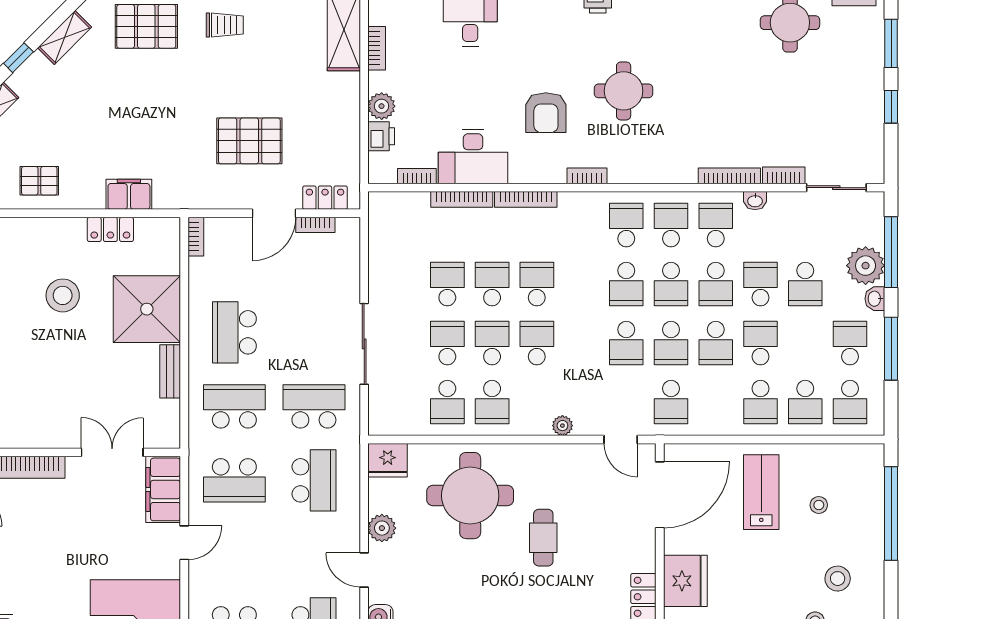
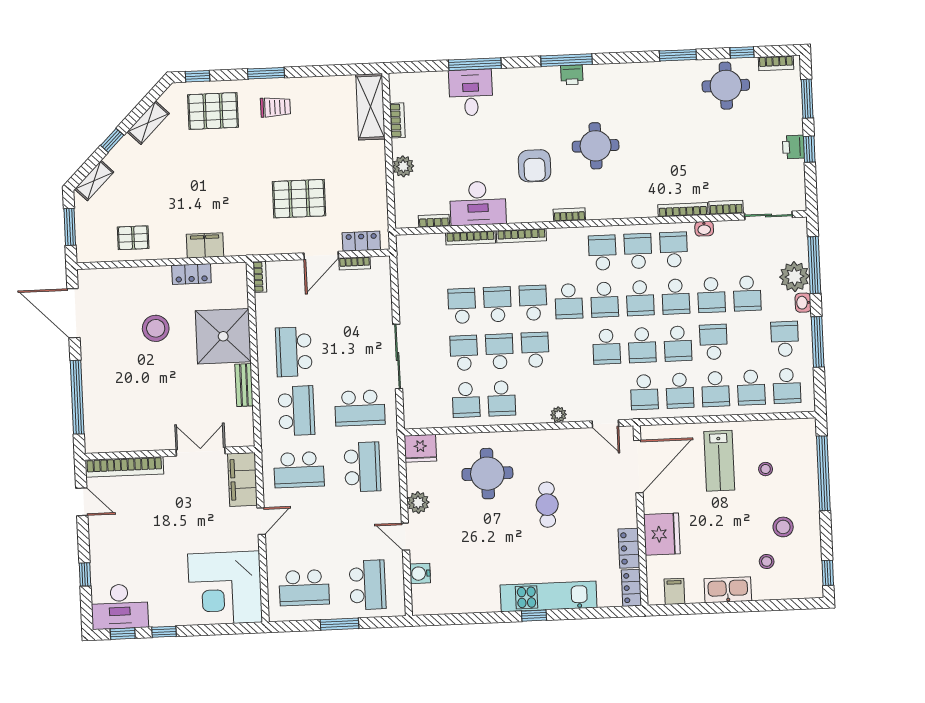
printer: (381, 136) -> (793, 147), moved, turned 180
school desk: (582, 284) -> (569, 301), added
school desk: (761, 284) -> (711, 295), turned 180
school desk: (716, 402) -> (680, 391), added
school desk: (234, 406) -> (296, 411), turned 90
school desk: (314, 406) -> (360, 408), turned 180
lab bench: (761, 492) -> (719, 461), turned 180
round table: (470, 496) -> (487, 474), width x0.73, depth x0.73

